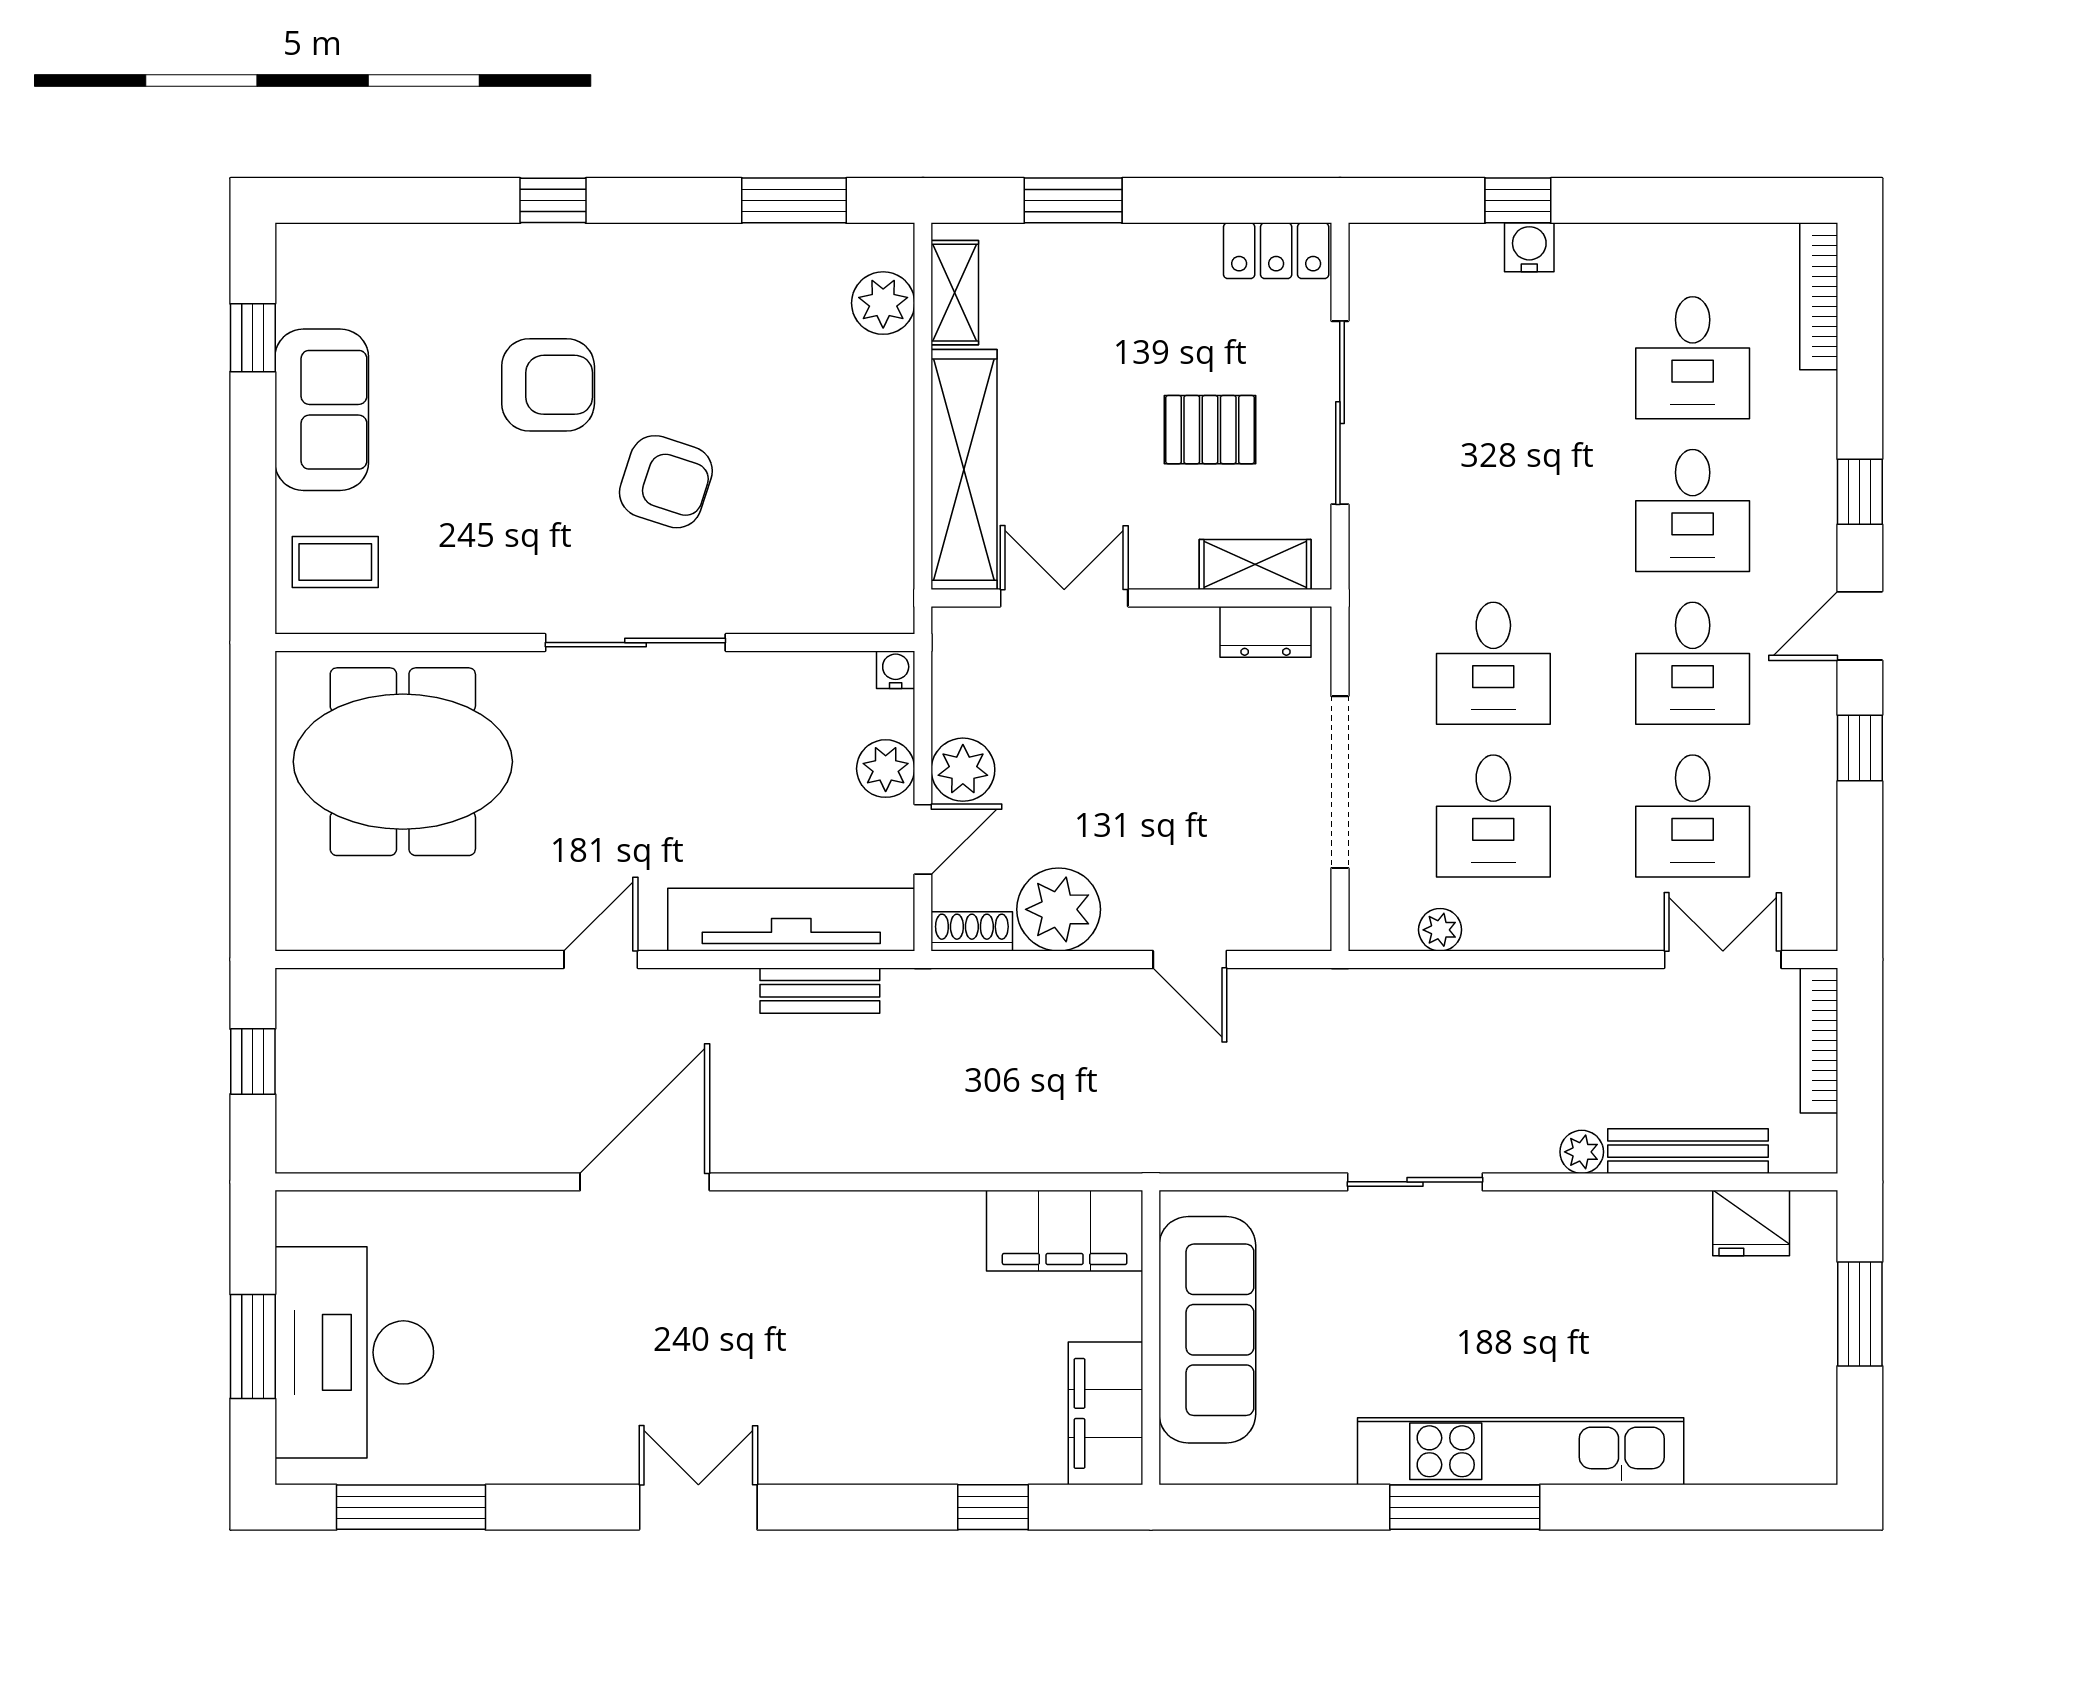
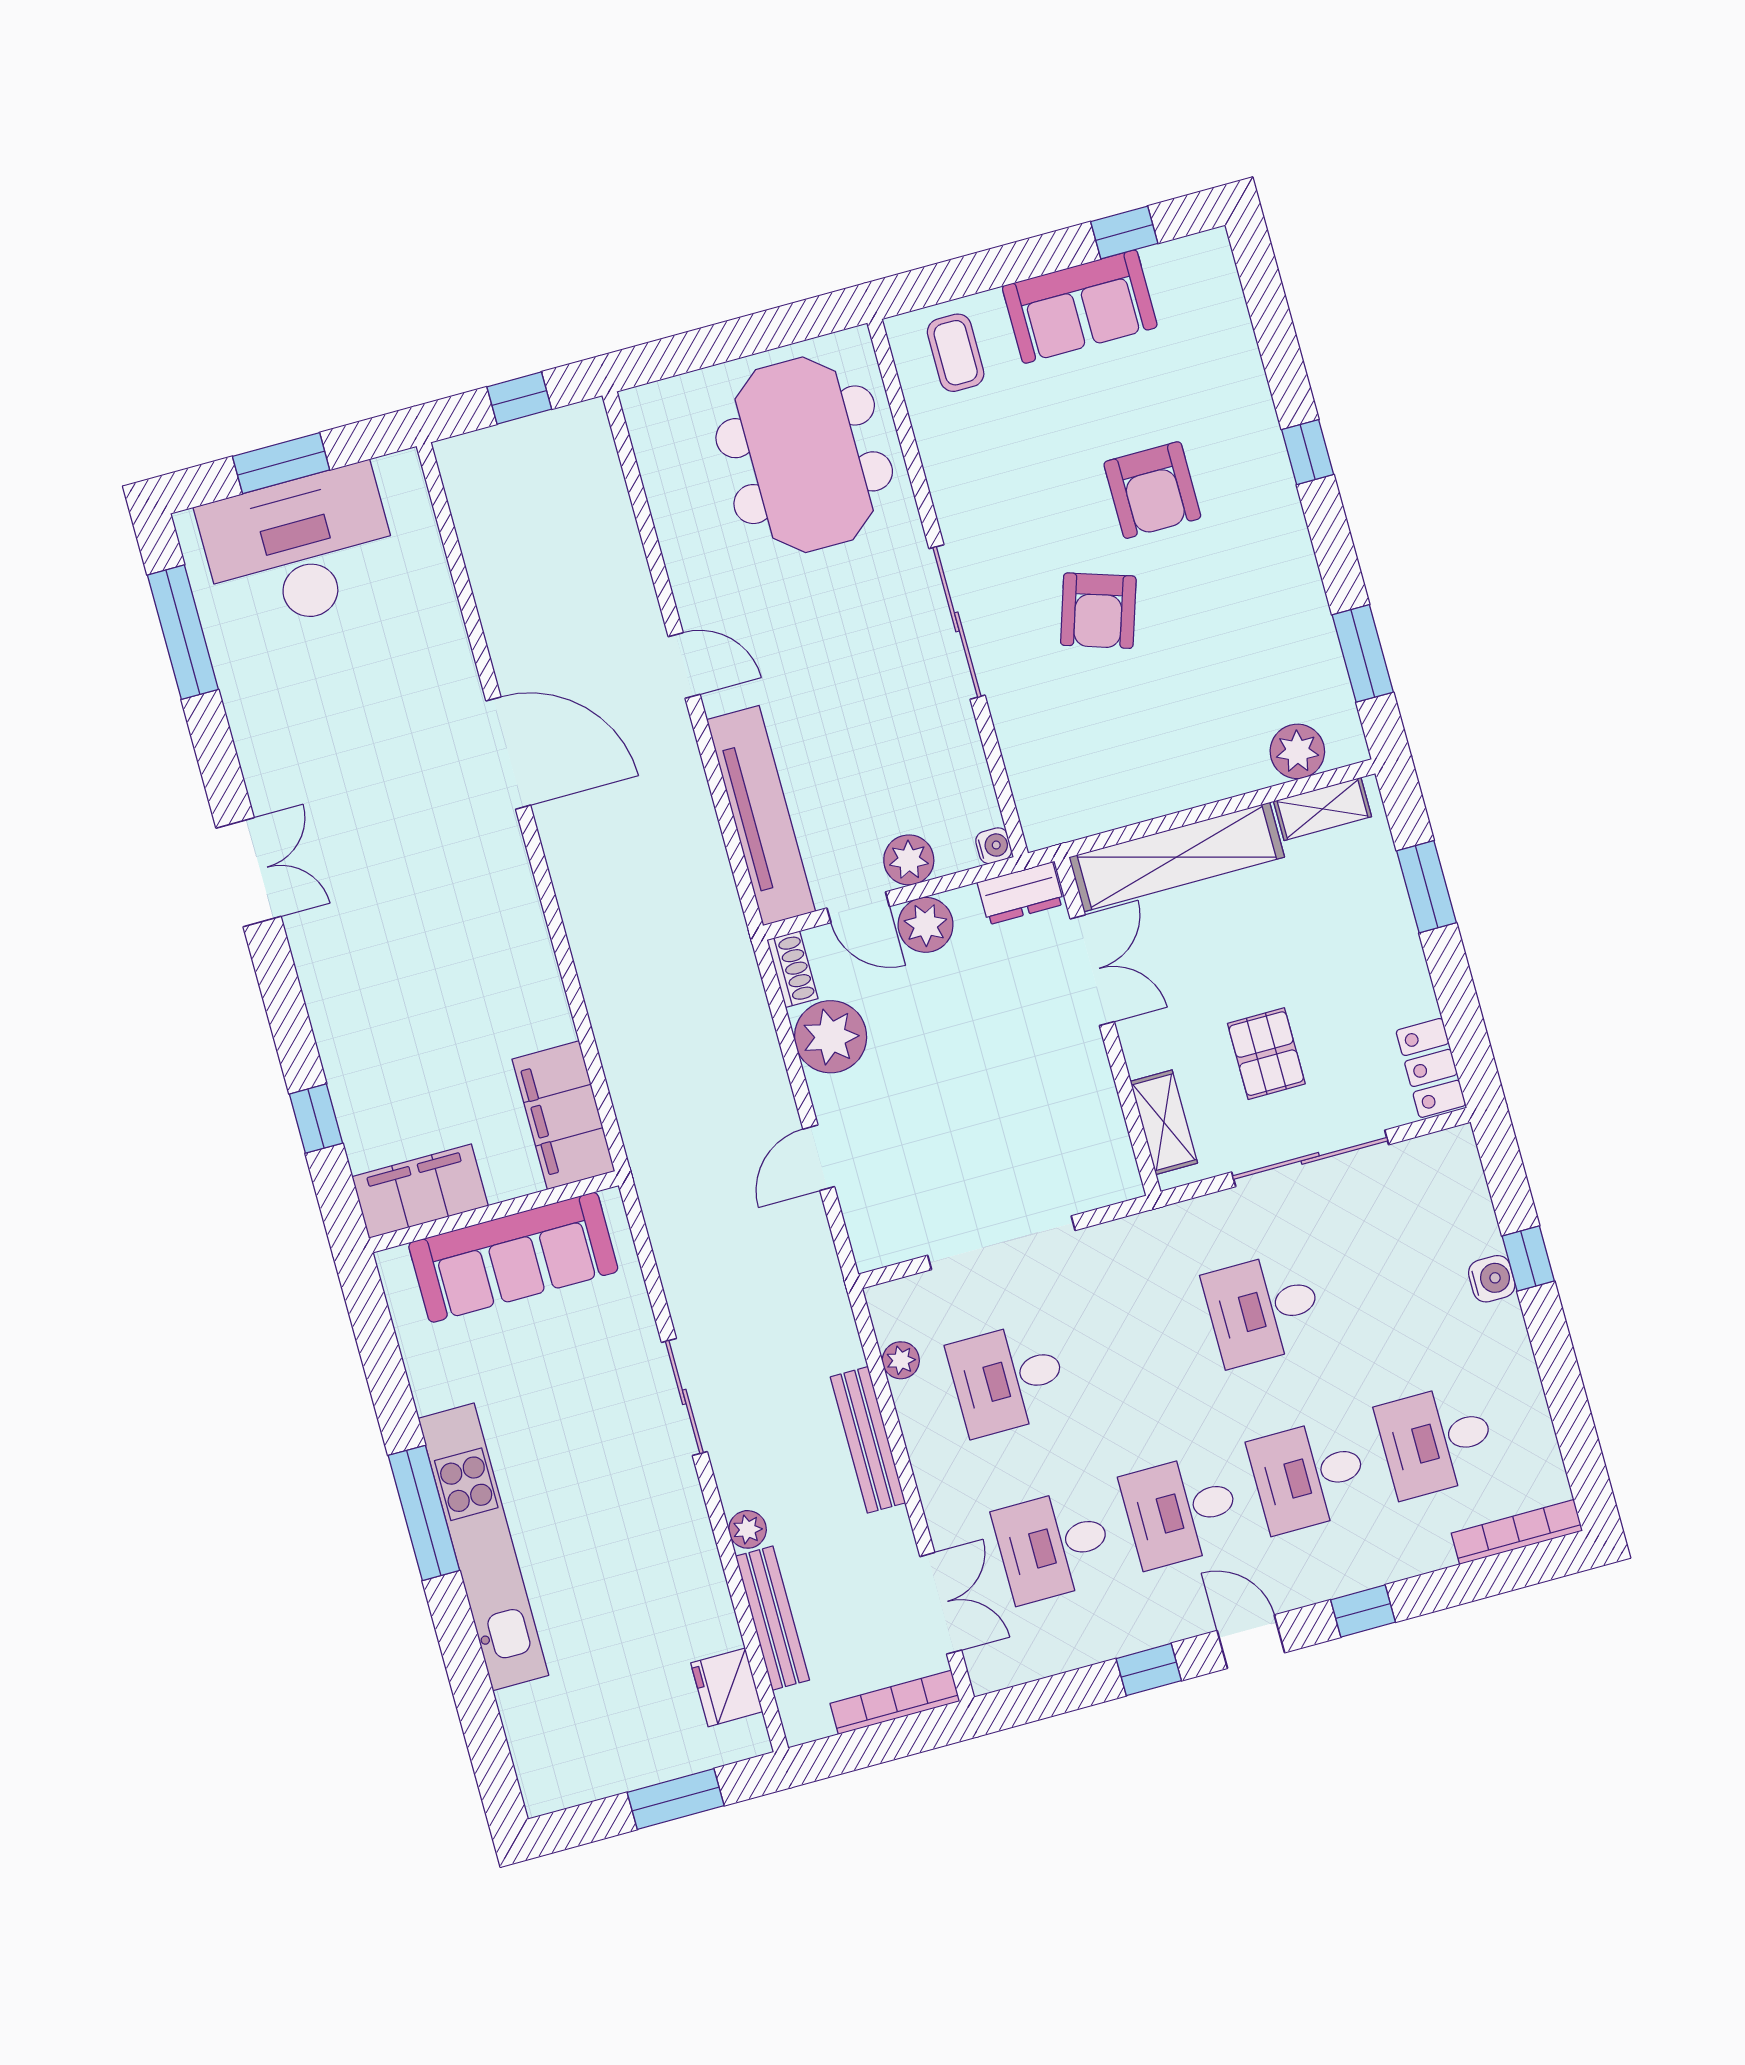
dresser: (1266, 632) -> (1021, 893), moved, turned -90
desk: (1493, 663) -> (1263, 1309), moved
bench: (820, 991) -> (868, 1440), moved, width x1.36

